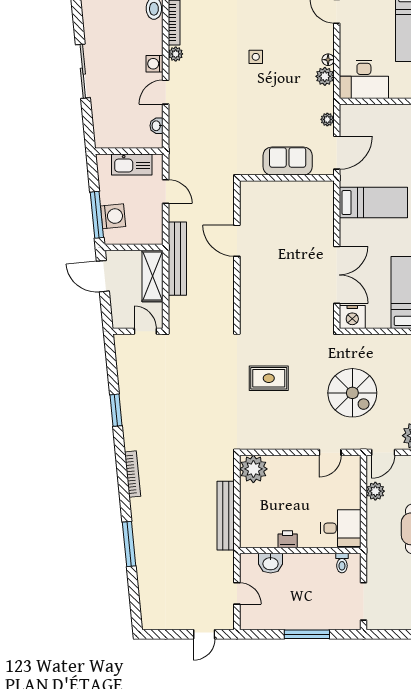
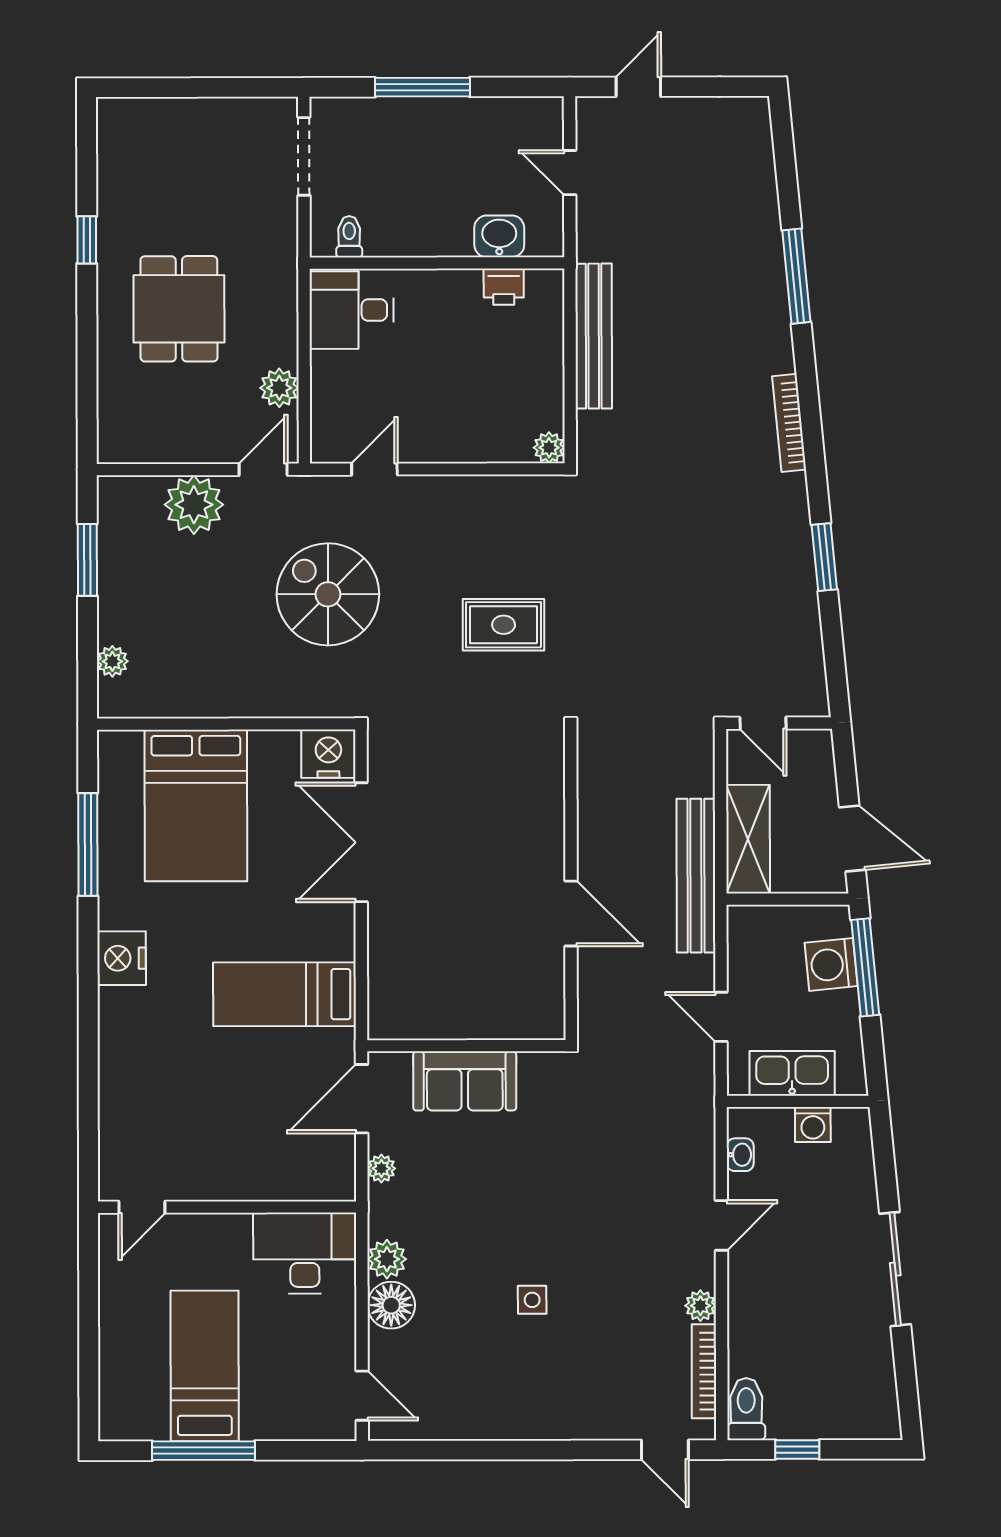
floor lamp: (328, 60) -> (391, 1305), width x1.89, depth x1.89
washing machine: (155, 64) -> (813, 1125), moved, turned 90
plant: (253, 469) -> (549, 448), width x0.53, depth x0.53
printer: (288, 539) -> (504, 287), moved

